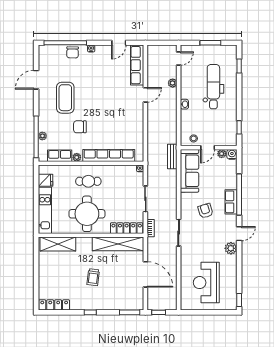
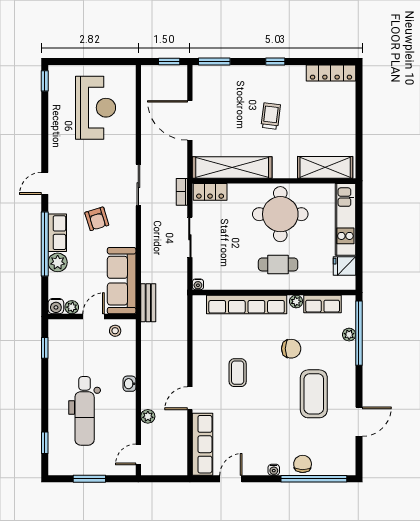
coffee table: (114, 111) -> (238, 373), added
locker: (127, 228) -> (210, 192), width x0.66
plant: (231, 248) -> (58, 262), moved

